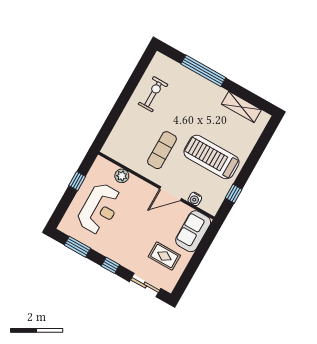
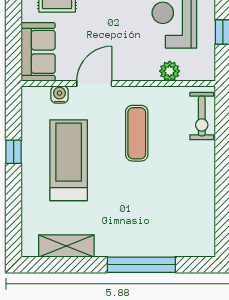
exercise bike: (153, 94) -> (202, 116), moved
treadmill: (211, 157) -> (69, 160), turned -90
window: (234, 194) -> (14, 152), moved

